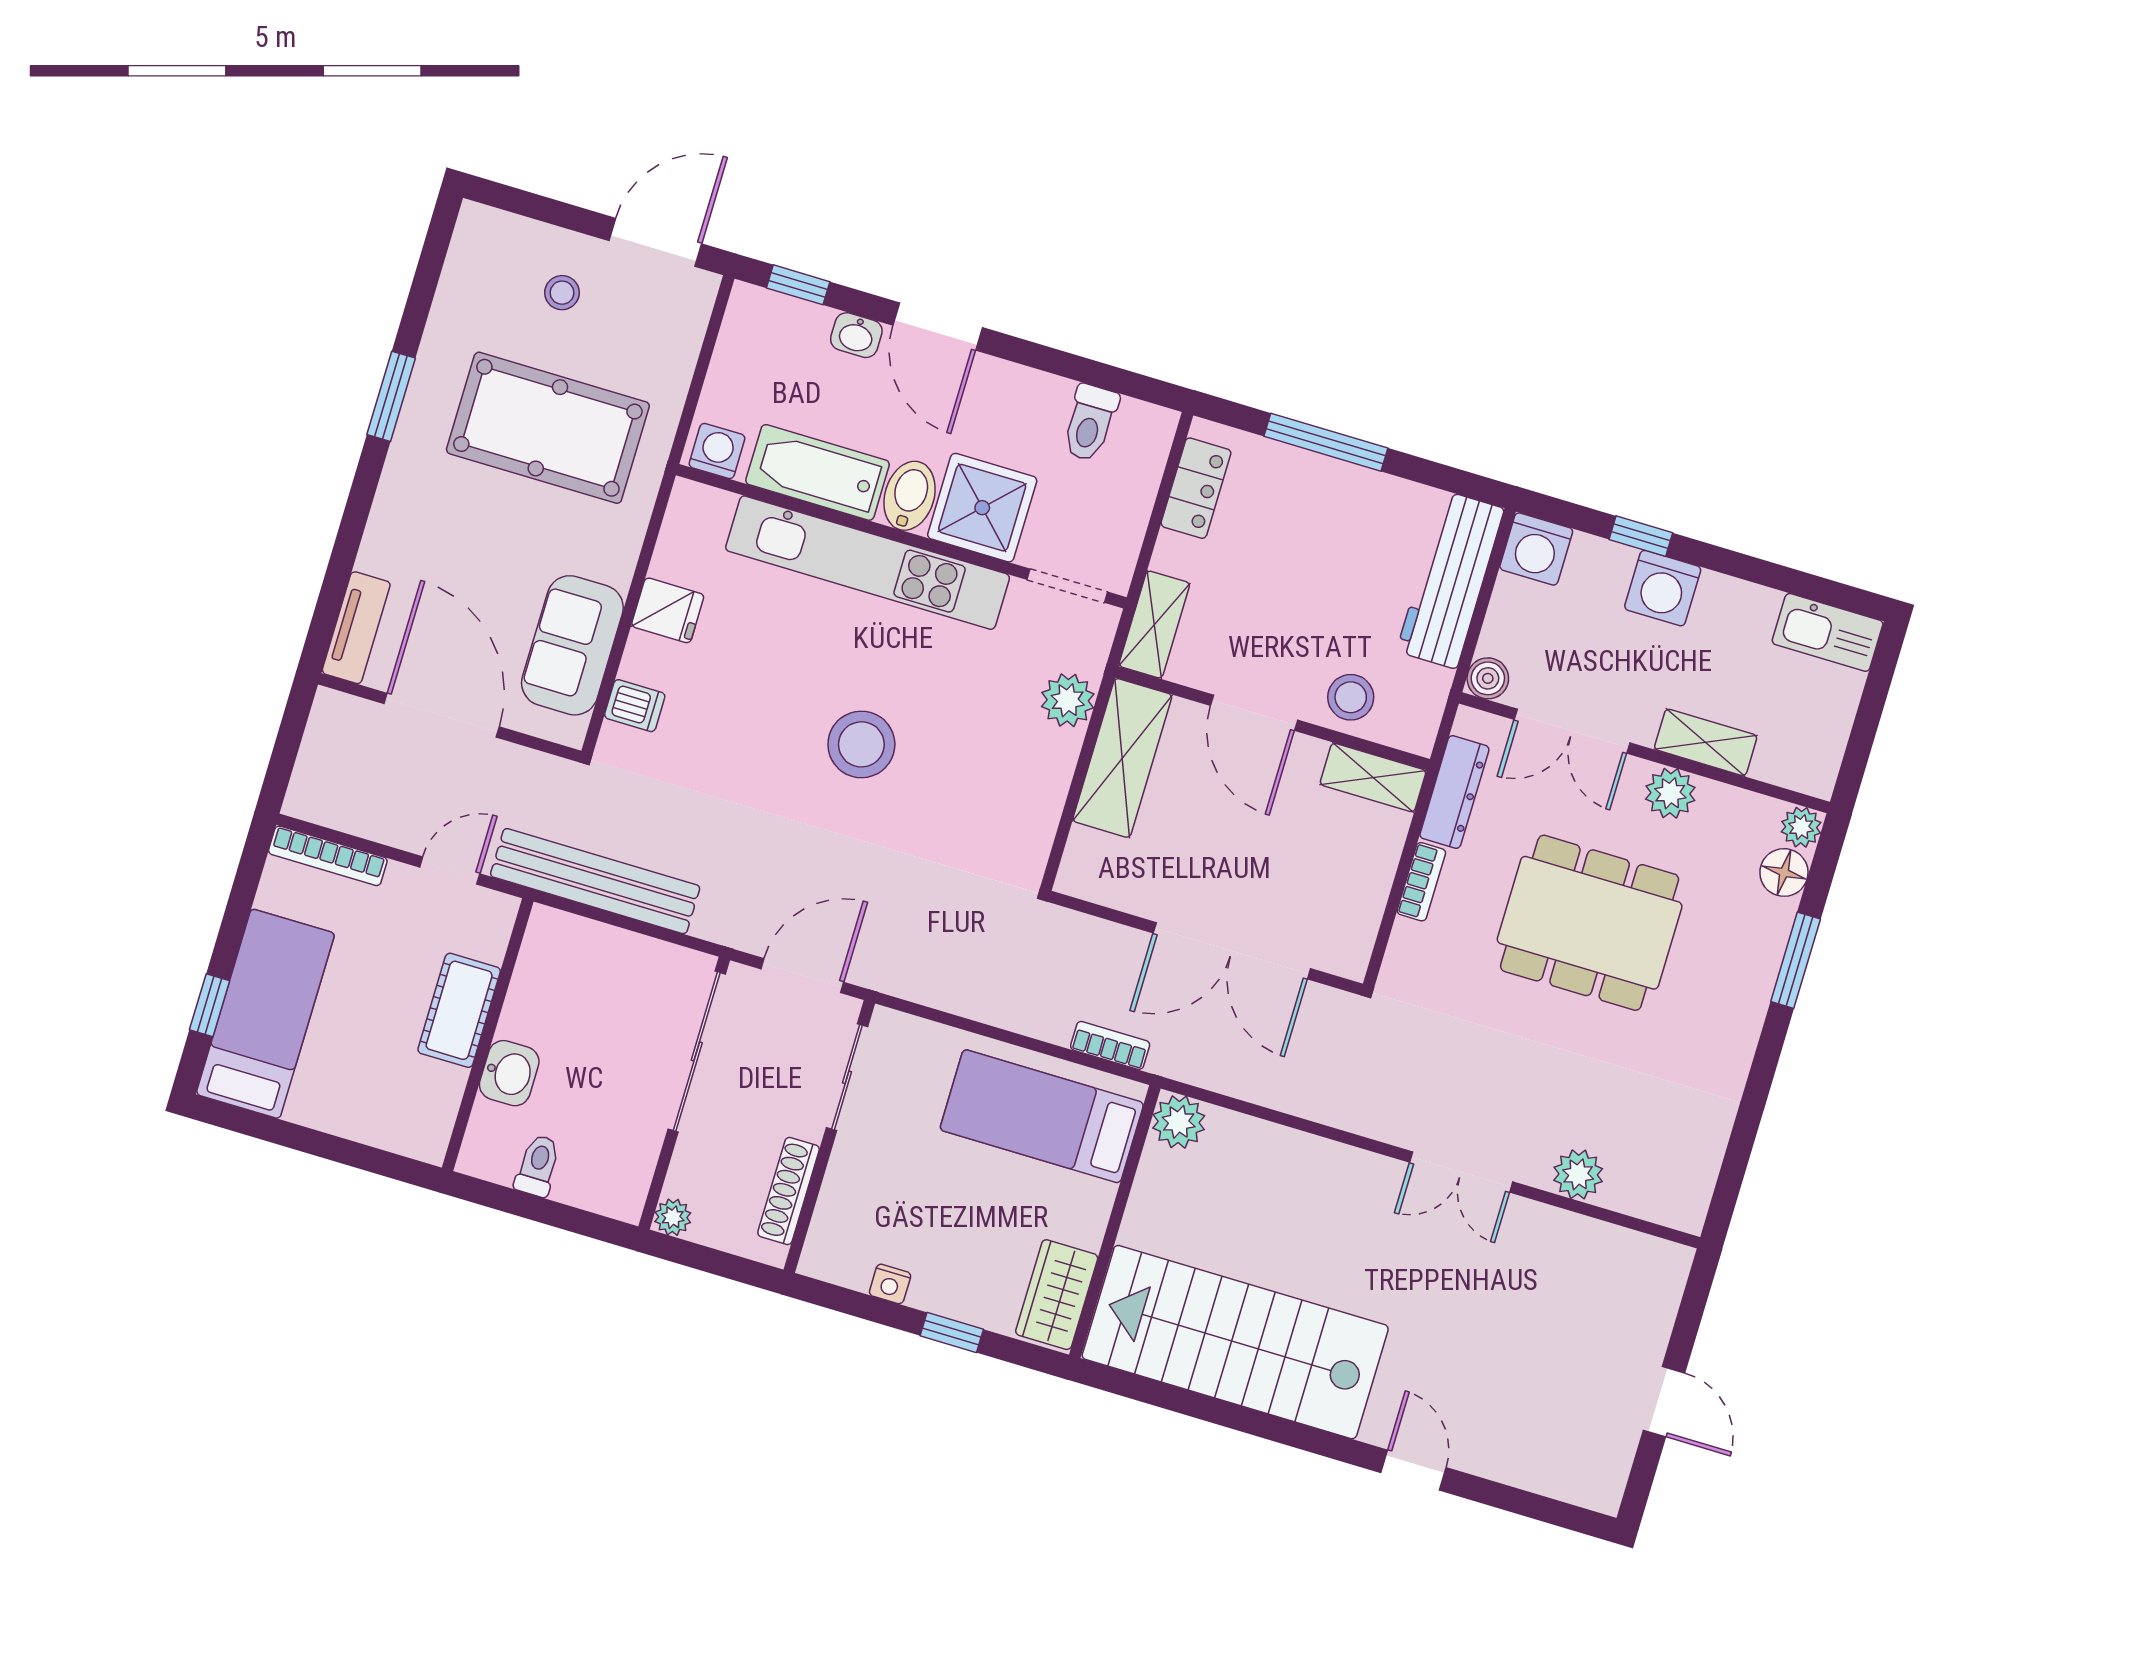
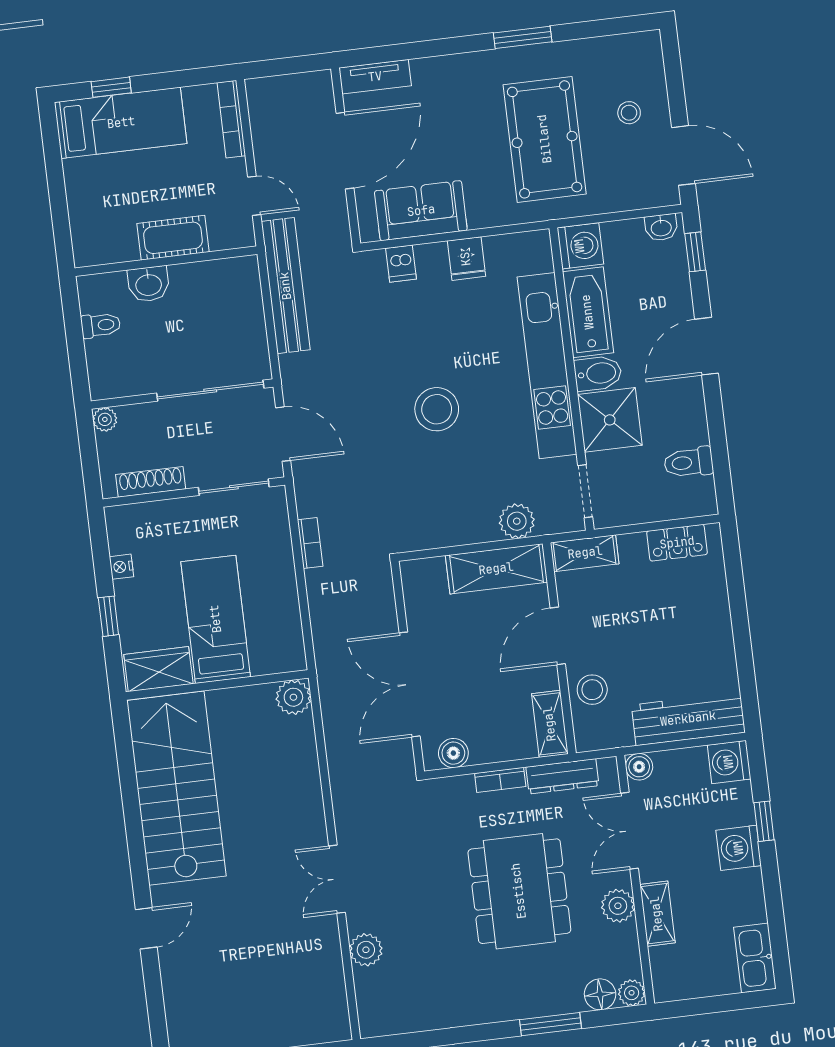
washbasin: (856, 335) -> (661, 227), moved, turned -90
window: (1326, 442) -> (738, 608), removed
washing machine: (717, 451) -> (580, 246), width x1.38, depth x1.38
boiler: (1355, 931) -> (453, 753), added
bookcase: (1110, 1045) -> (310, 543), moved
bed: (1042, 1116) -> (216, 619), moved

